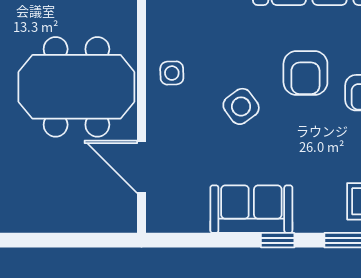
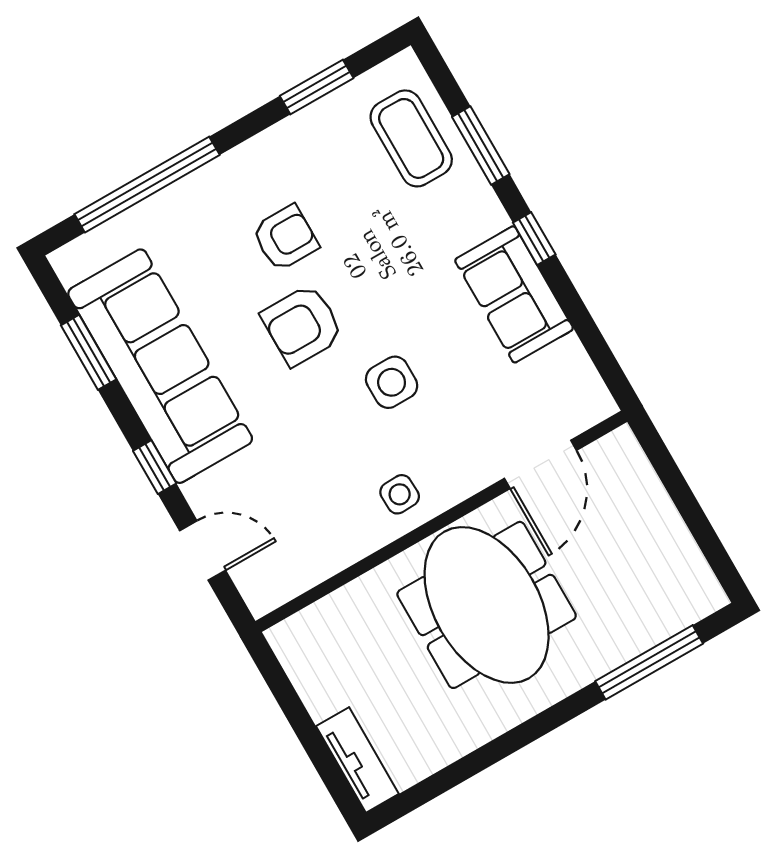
armchair: (305, 73) -> (302, 325), turned 180
side table: (241, 106) -> (392, 382), turned 36

